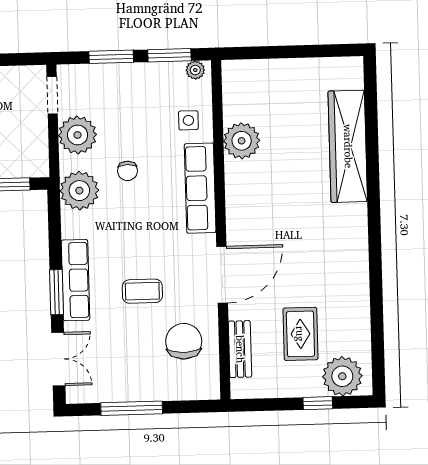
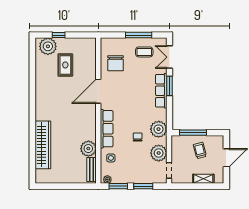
coffee table: (142, 291) -> (144, 52), moved
bench: (240, 349) -> (91, 169), moved

